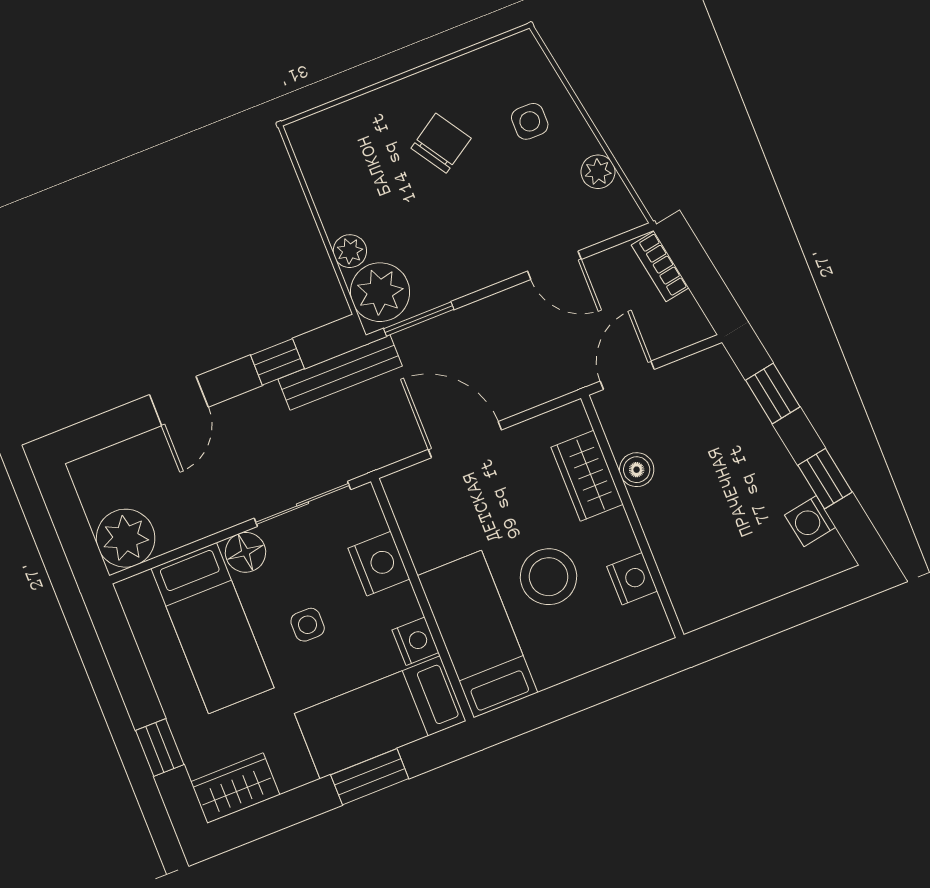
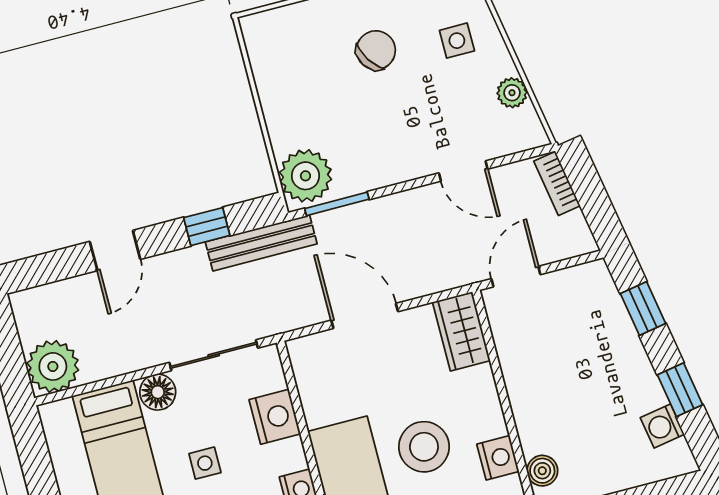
plant: (350, 251) -> (283, 136), removed
boiler: (637, 470) -> (542, 471), moved
wardrobe: (587, 476) -> (461, 331), moved

